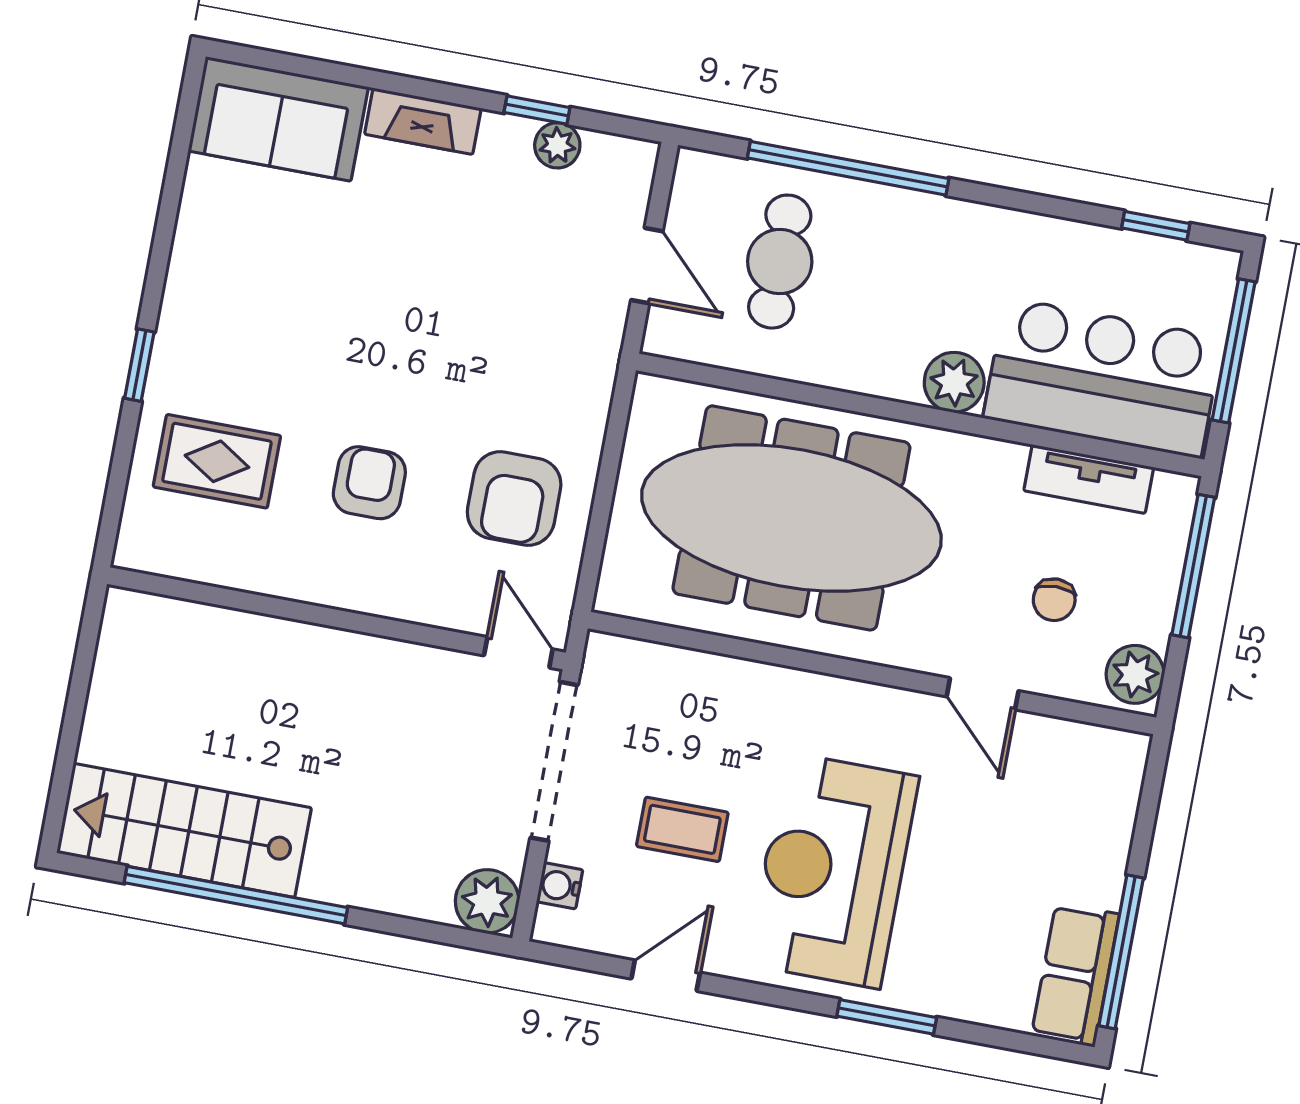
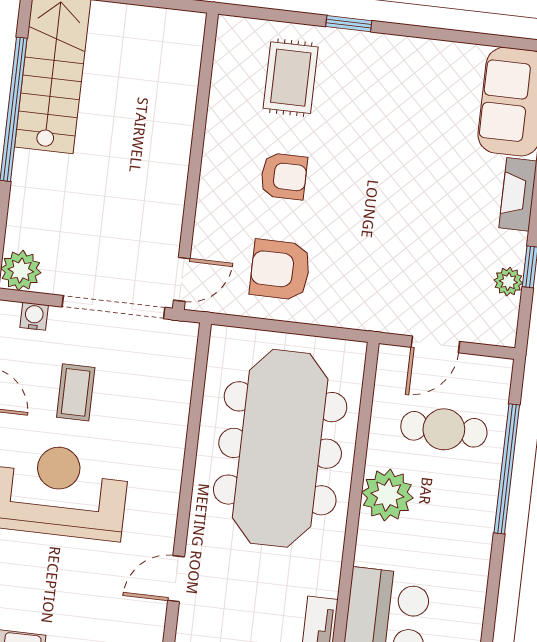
plant: (954, 382) -> (387, 495), moved, width x1.36, depth x1.36
chair: (1054, 600) -> (239, 620), removed

